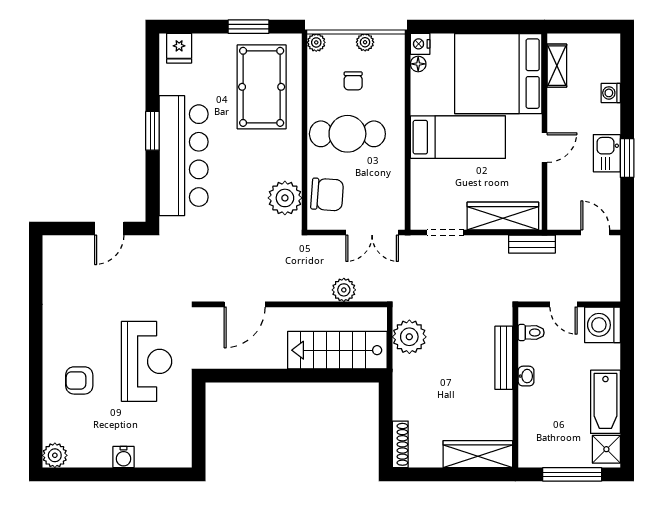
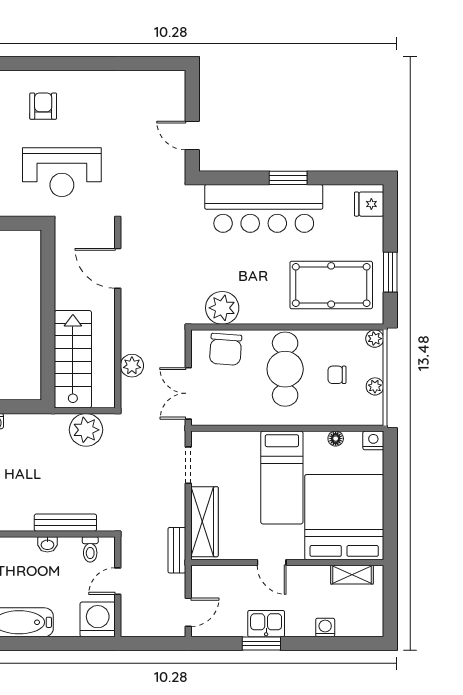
floor lamp: (418, 64) -> (336, 439), moved

